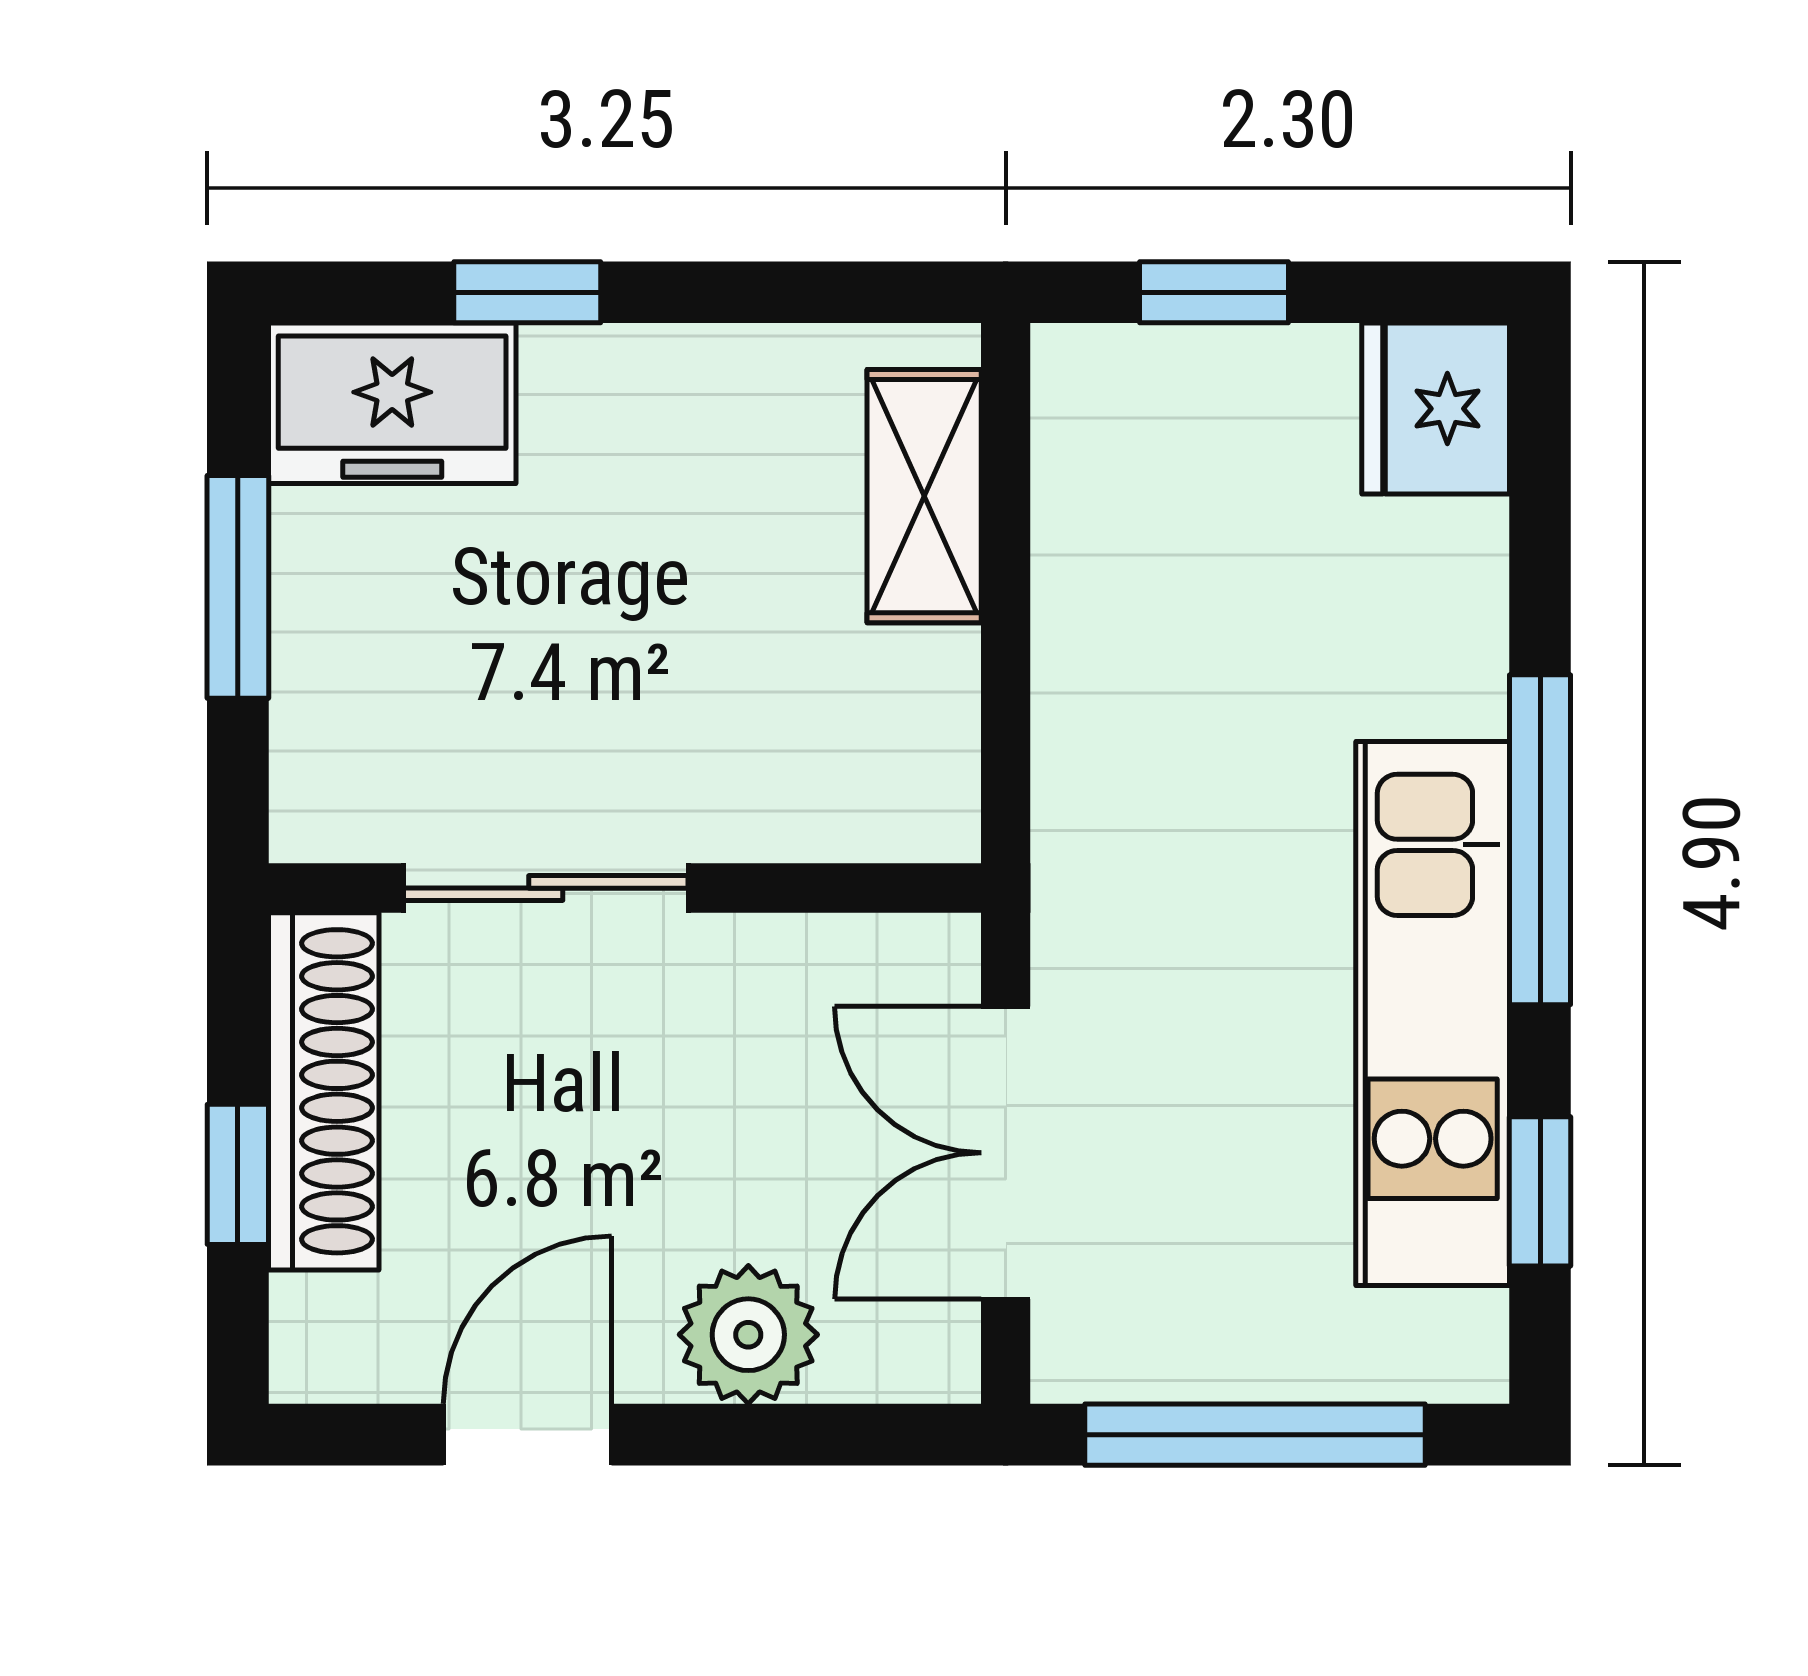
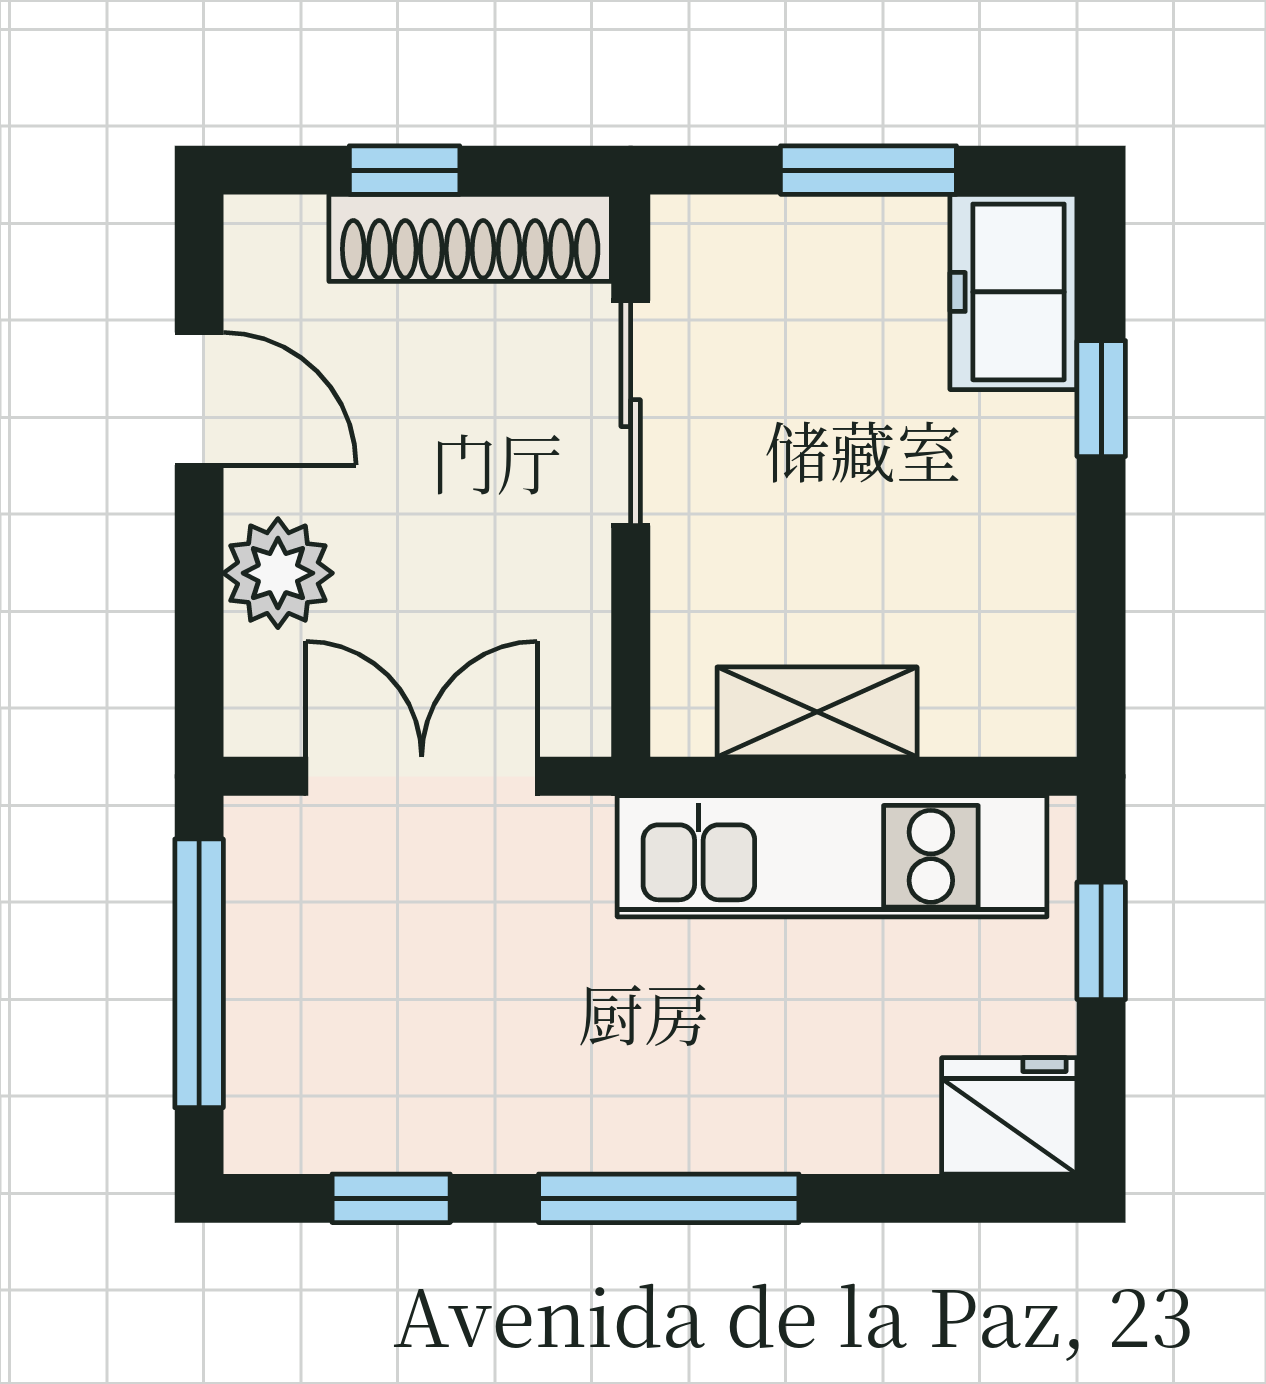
shelving: (924, 496) -> (817, 712), moved
kitchen unit: (1433, 1014) -> (832, 856), moved, turned 180

